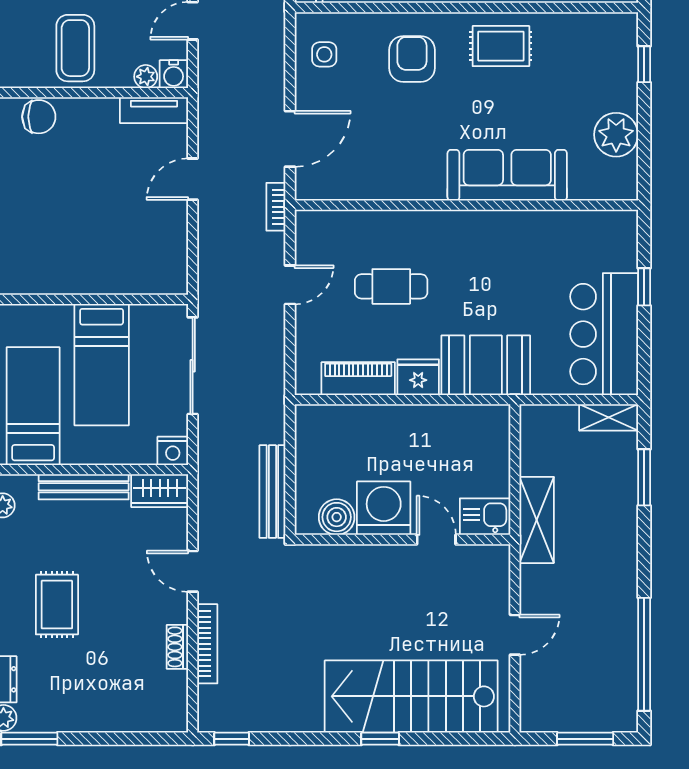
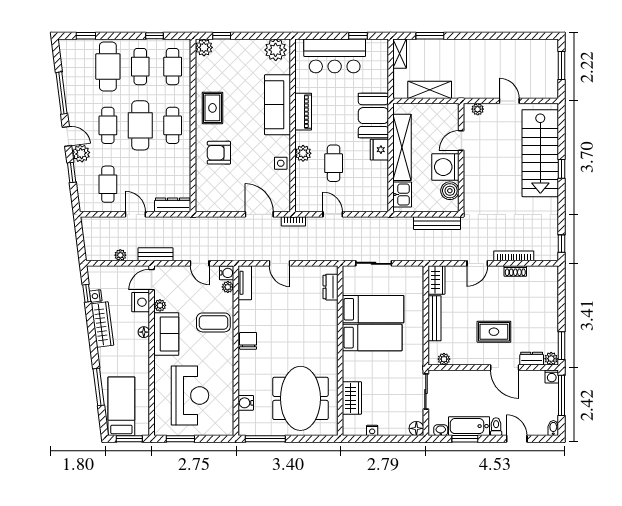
plant: (621, 29) -> (204, 47), added
side table: (324, 54) -> (281, 163), moved
plant: (616, 135) -> (276, 50), moved
plant: (411, 226) -> (303, 153), added
dresser: (145, 280) -> (331, 287), added
window: (644, 287) -> (358, 36), moved
bar counter: (604, 334) -> (335, 56), moved
sliding door: (193, 366) -> (374, 263), width x0.73
piano: (358, 379) -> (303, 112), moved, turned 180
bed: (33, 406) -> (372, 338), moved, turned 180
shelving: (423, 422) -> (402, 147), added
nightstand: (173, 451) -> (416, 273), removed
kitchen sink: (485, 517) -> (402, 195), moved, turned 180
shelving: (537, 520) -> (430, 90), moved
plant: (498, 572) -> (478, 109), added
window: (644, 654) -> (519, 36), removed

